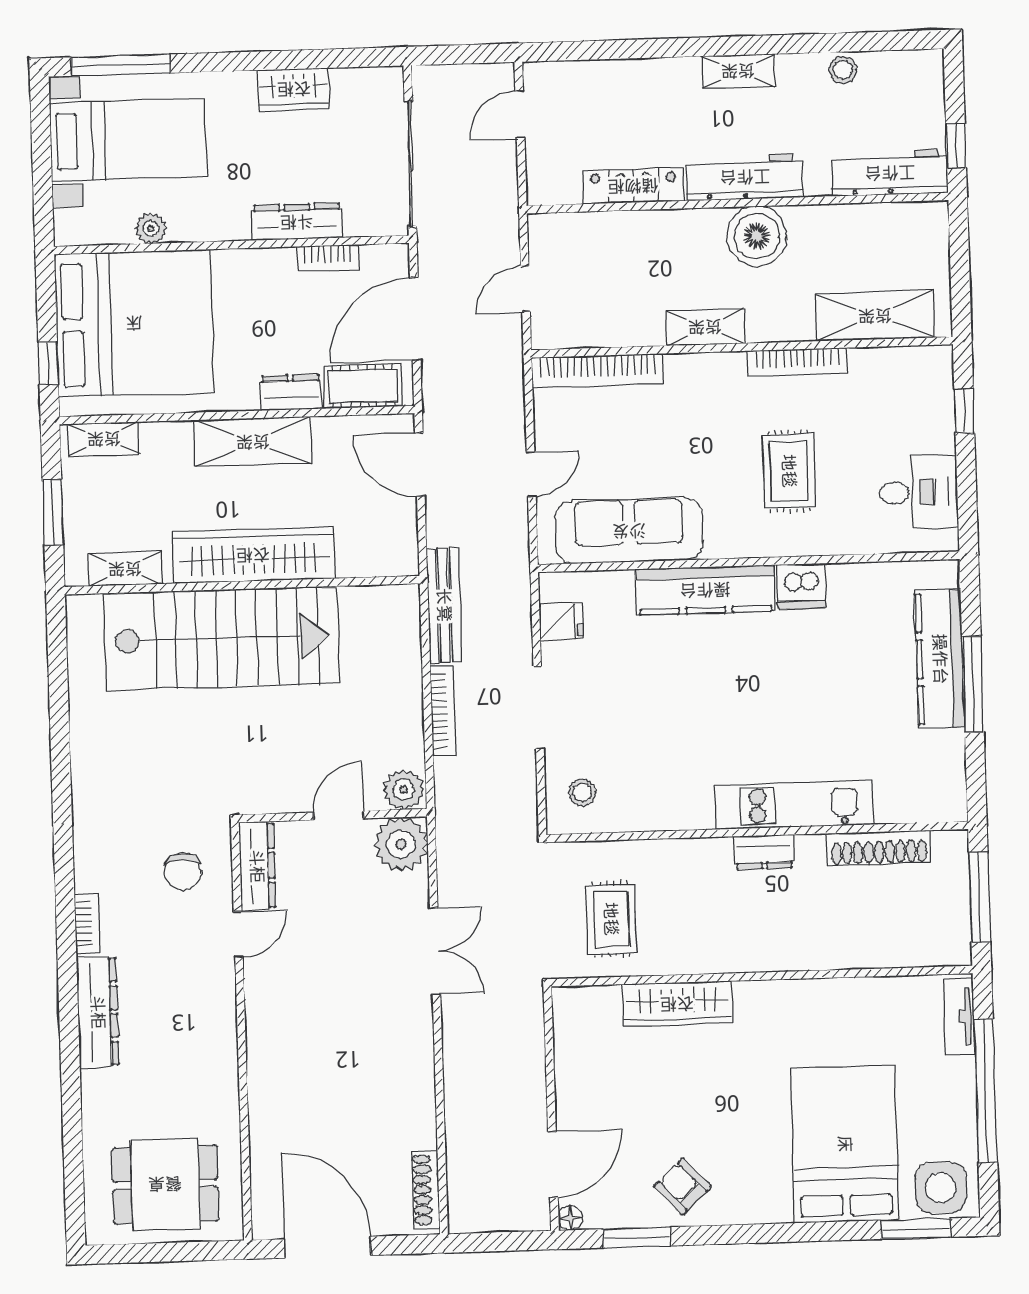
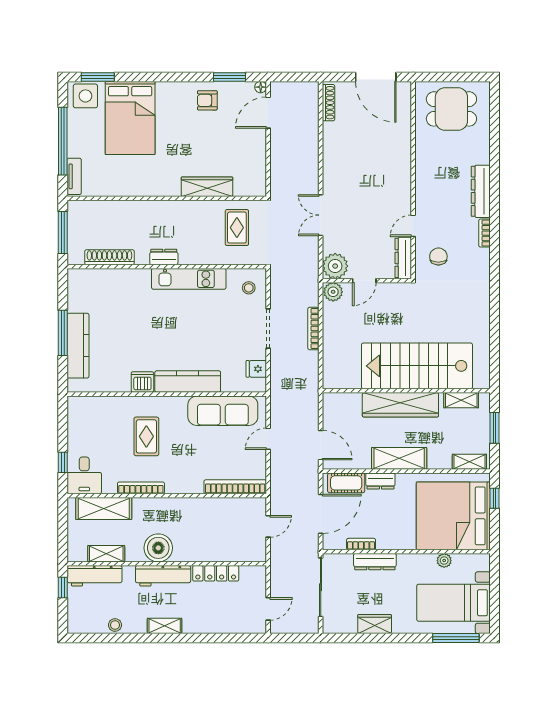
shelving: (705, 327) -> (106, 554), moved
desk: (918, 492) -> (84, 475), moved, turned -90
bench: (444, 605) -> (311, 378), removed
kitchen unit: (794, 805) -> (189, 279), moved
armchair: (683, 1186) -> (207, 100), turned 133

